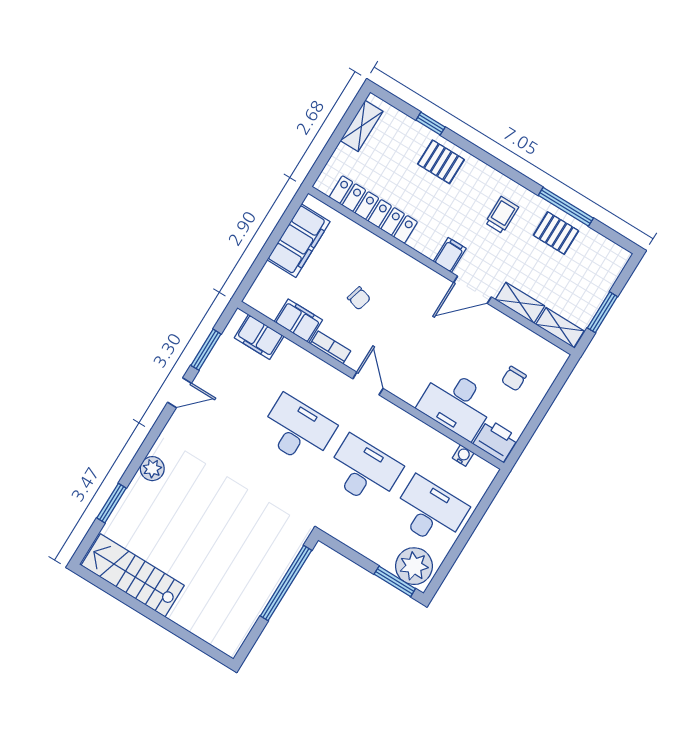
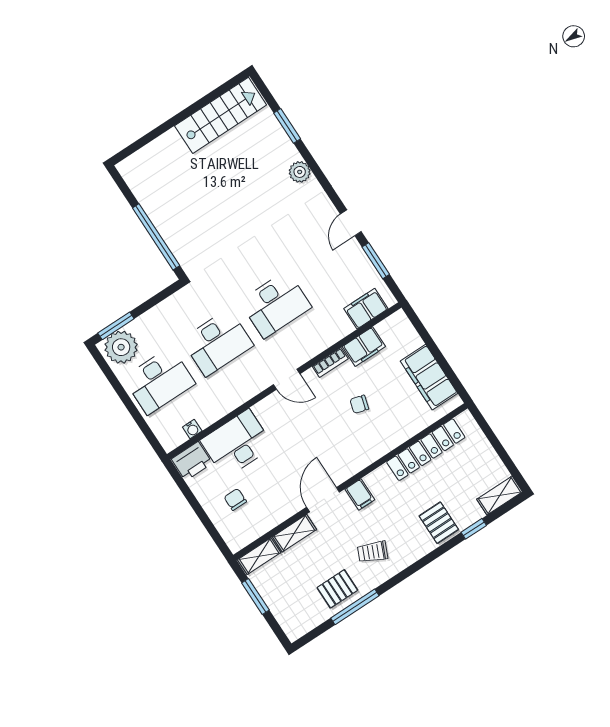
shelving: (362, 126) -> (500, 495), moved, turned 90
pallet: (441, 162) -> (439, 523), turned 90
trolley: (502, 215) -> (373, 552), turned 114

